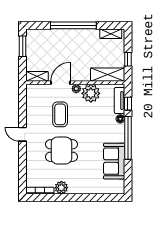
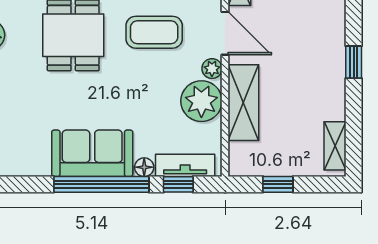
window: (73, 25) -> (354, 62), width x0.32
shelving: (108, 75) -> (243, 103), moved
sofa: (114, 161) -> (92, 153), moved

